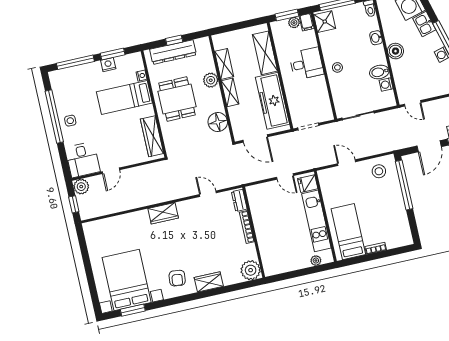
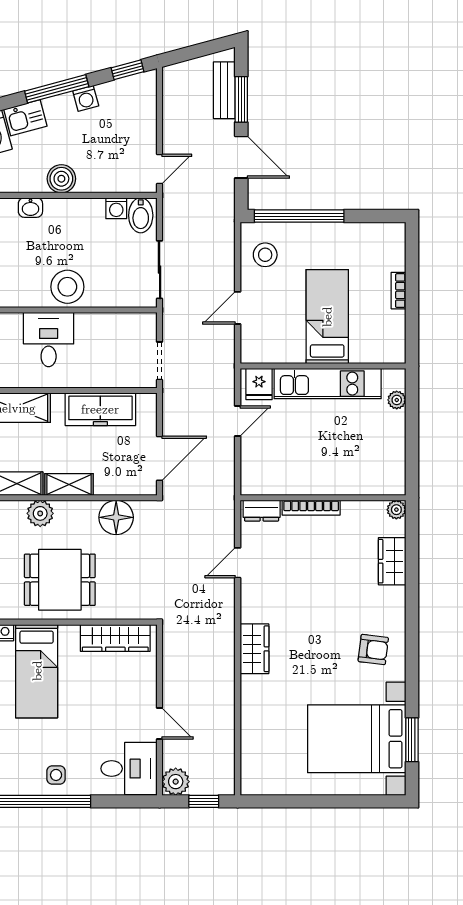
stool: (337, 67) -> (67, 287), width x1.89, depth x1.89
bidet: (379, 72) -> (141, 215), moved
freezer: (272, 101) -> (100, 409), width x0.73, depth x0.79
bed: (348, 232) -> (327, 317), moved, turned 90
plant: (251, 270) -> (396, 510), width x0.53, depth x0.53
wardrobe: (209, 282) -> (392, 561), moved

